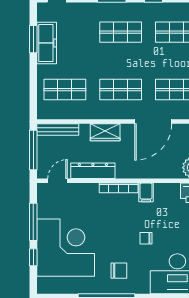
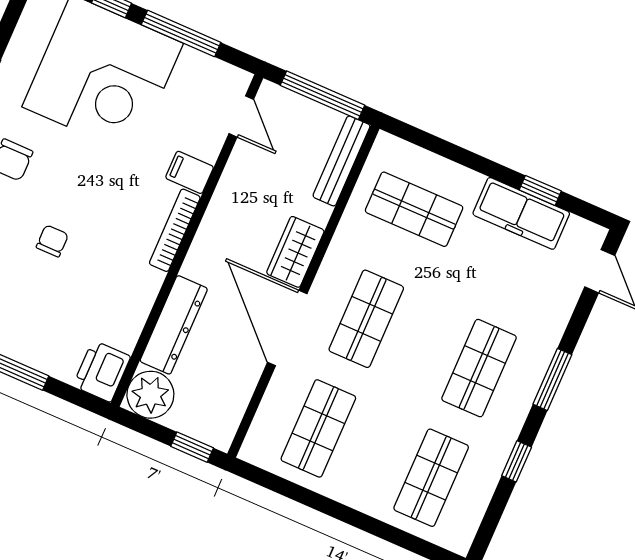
window: (33, 39) -> (540, 190), width x0.67
shop shelf: (65, 90) -> (414, 209), turned 90
door: (153, 122) -> (287, 328), moved
dresser: (93, 171) -> (174, 325), moved
filing cabinet: (146, 192) -> (190, 172), moved

